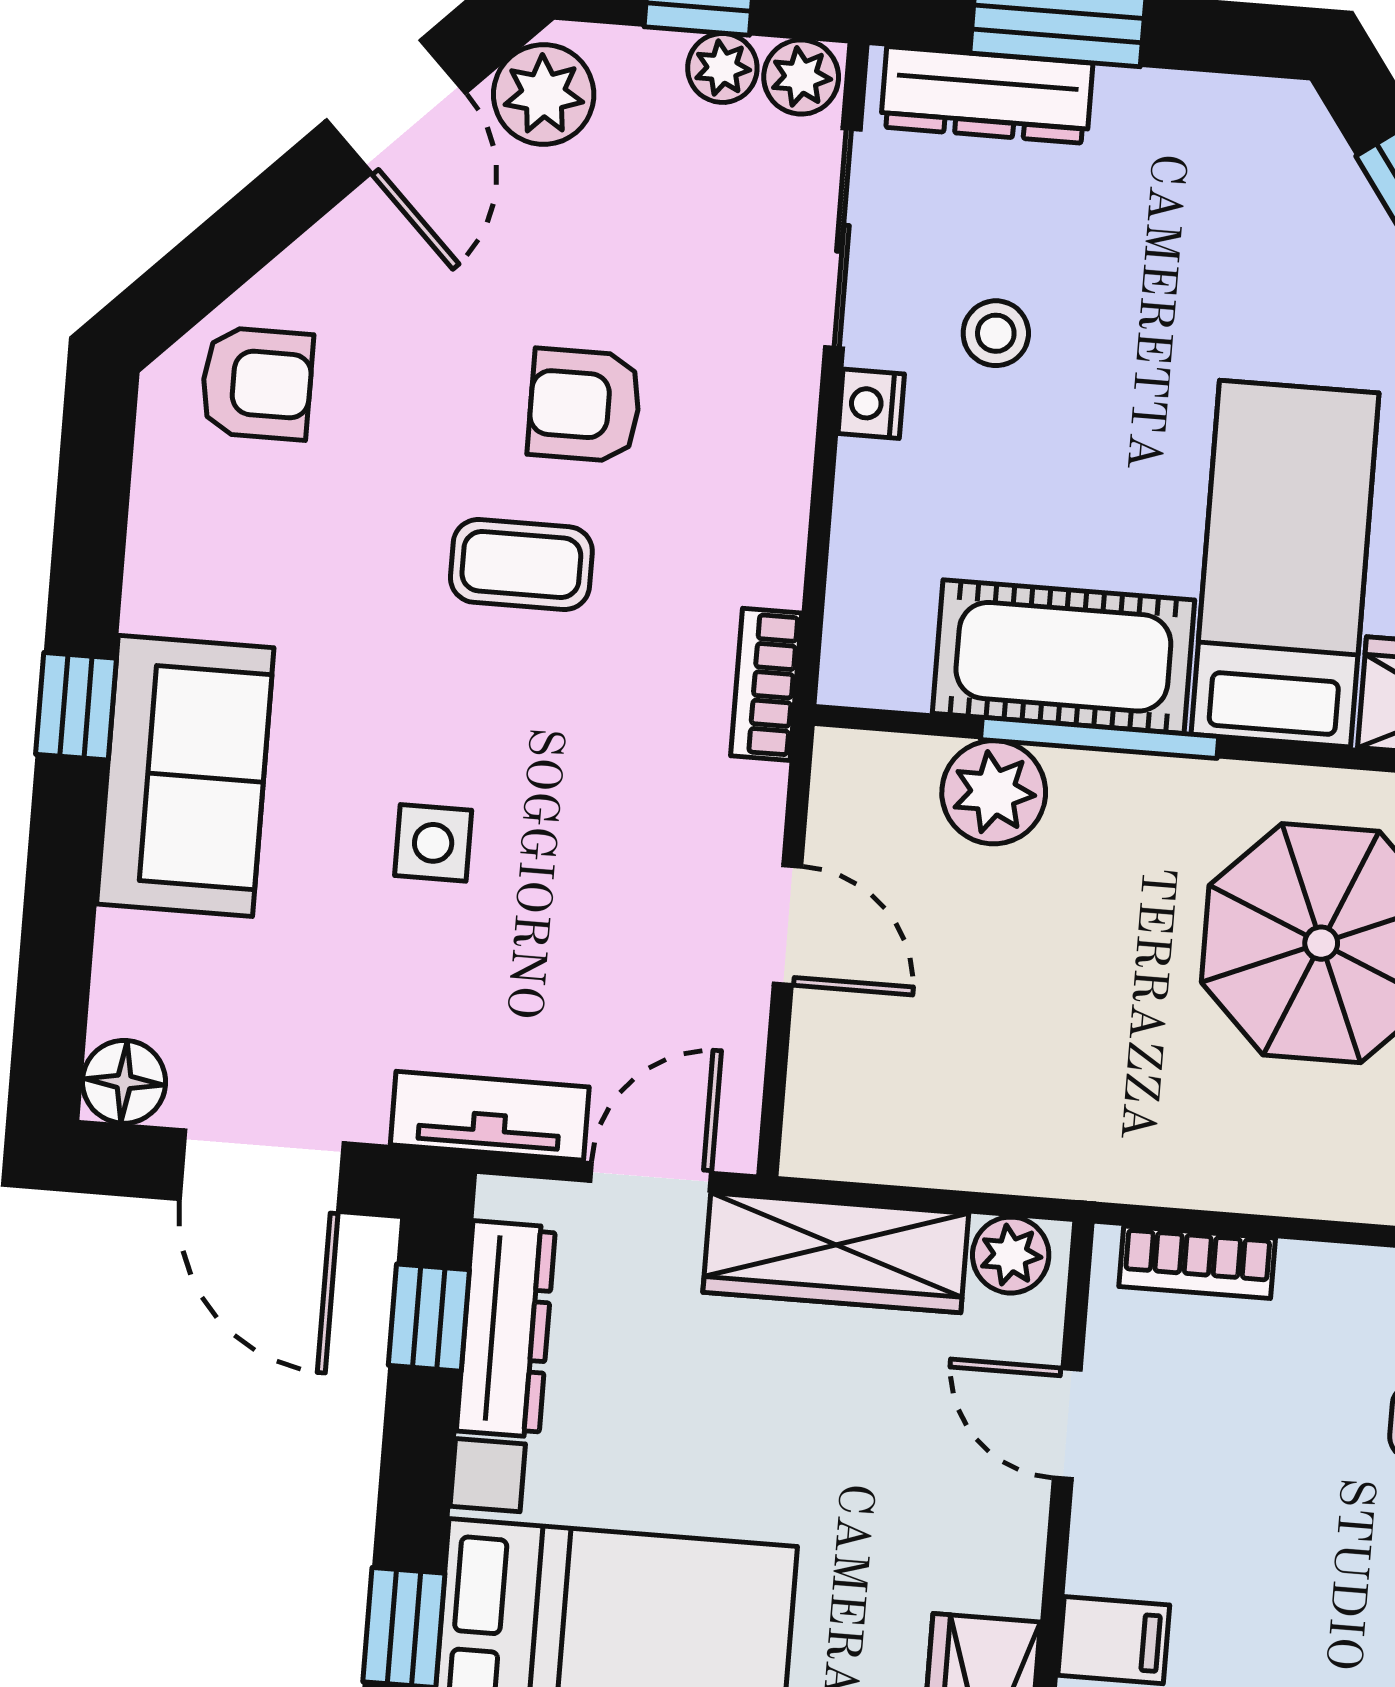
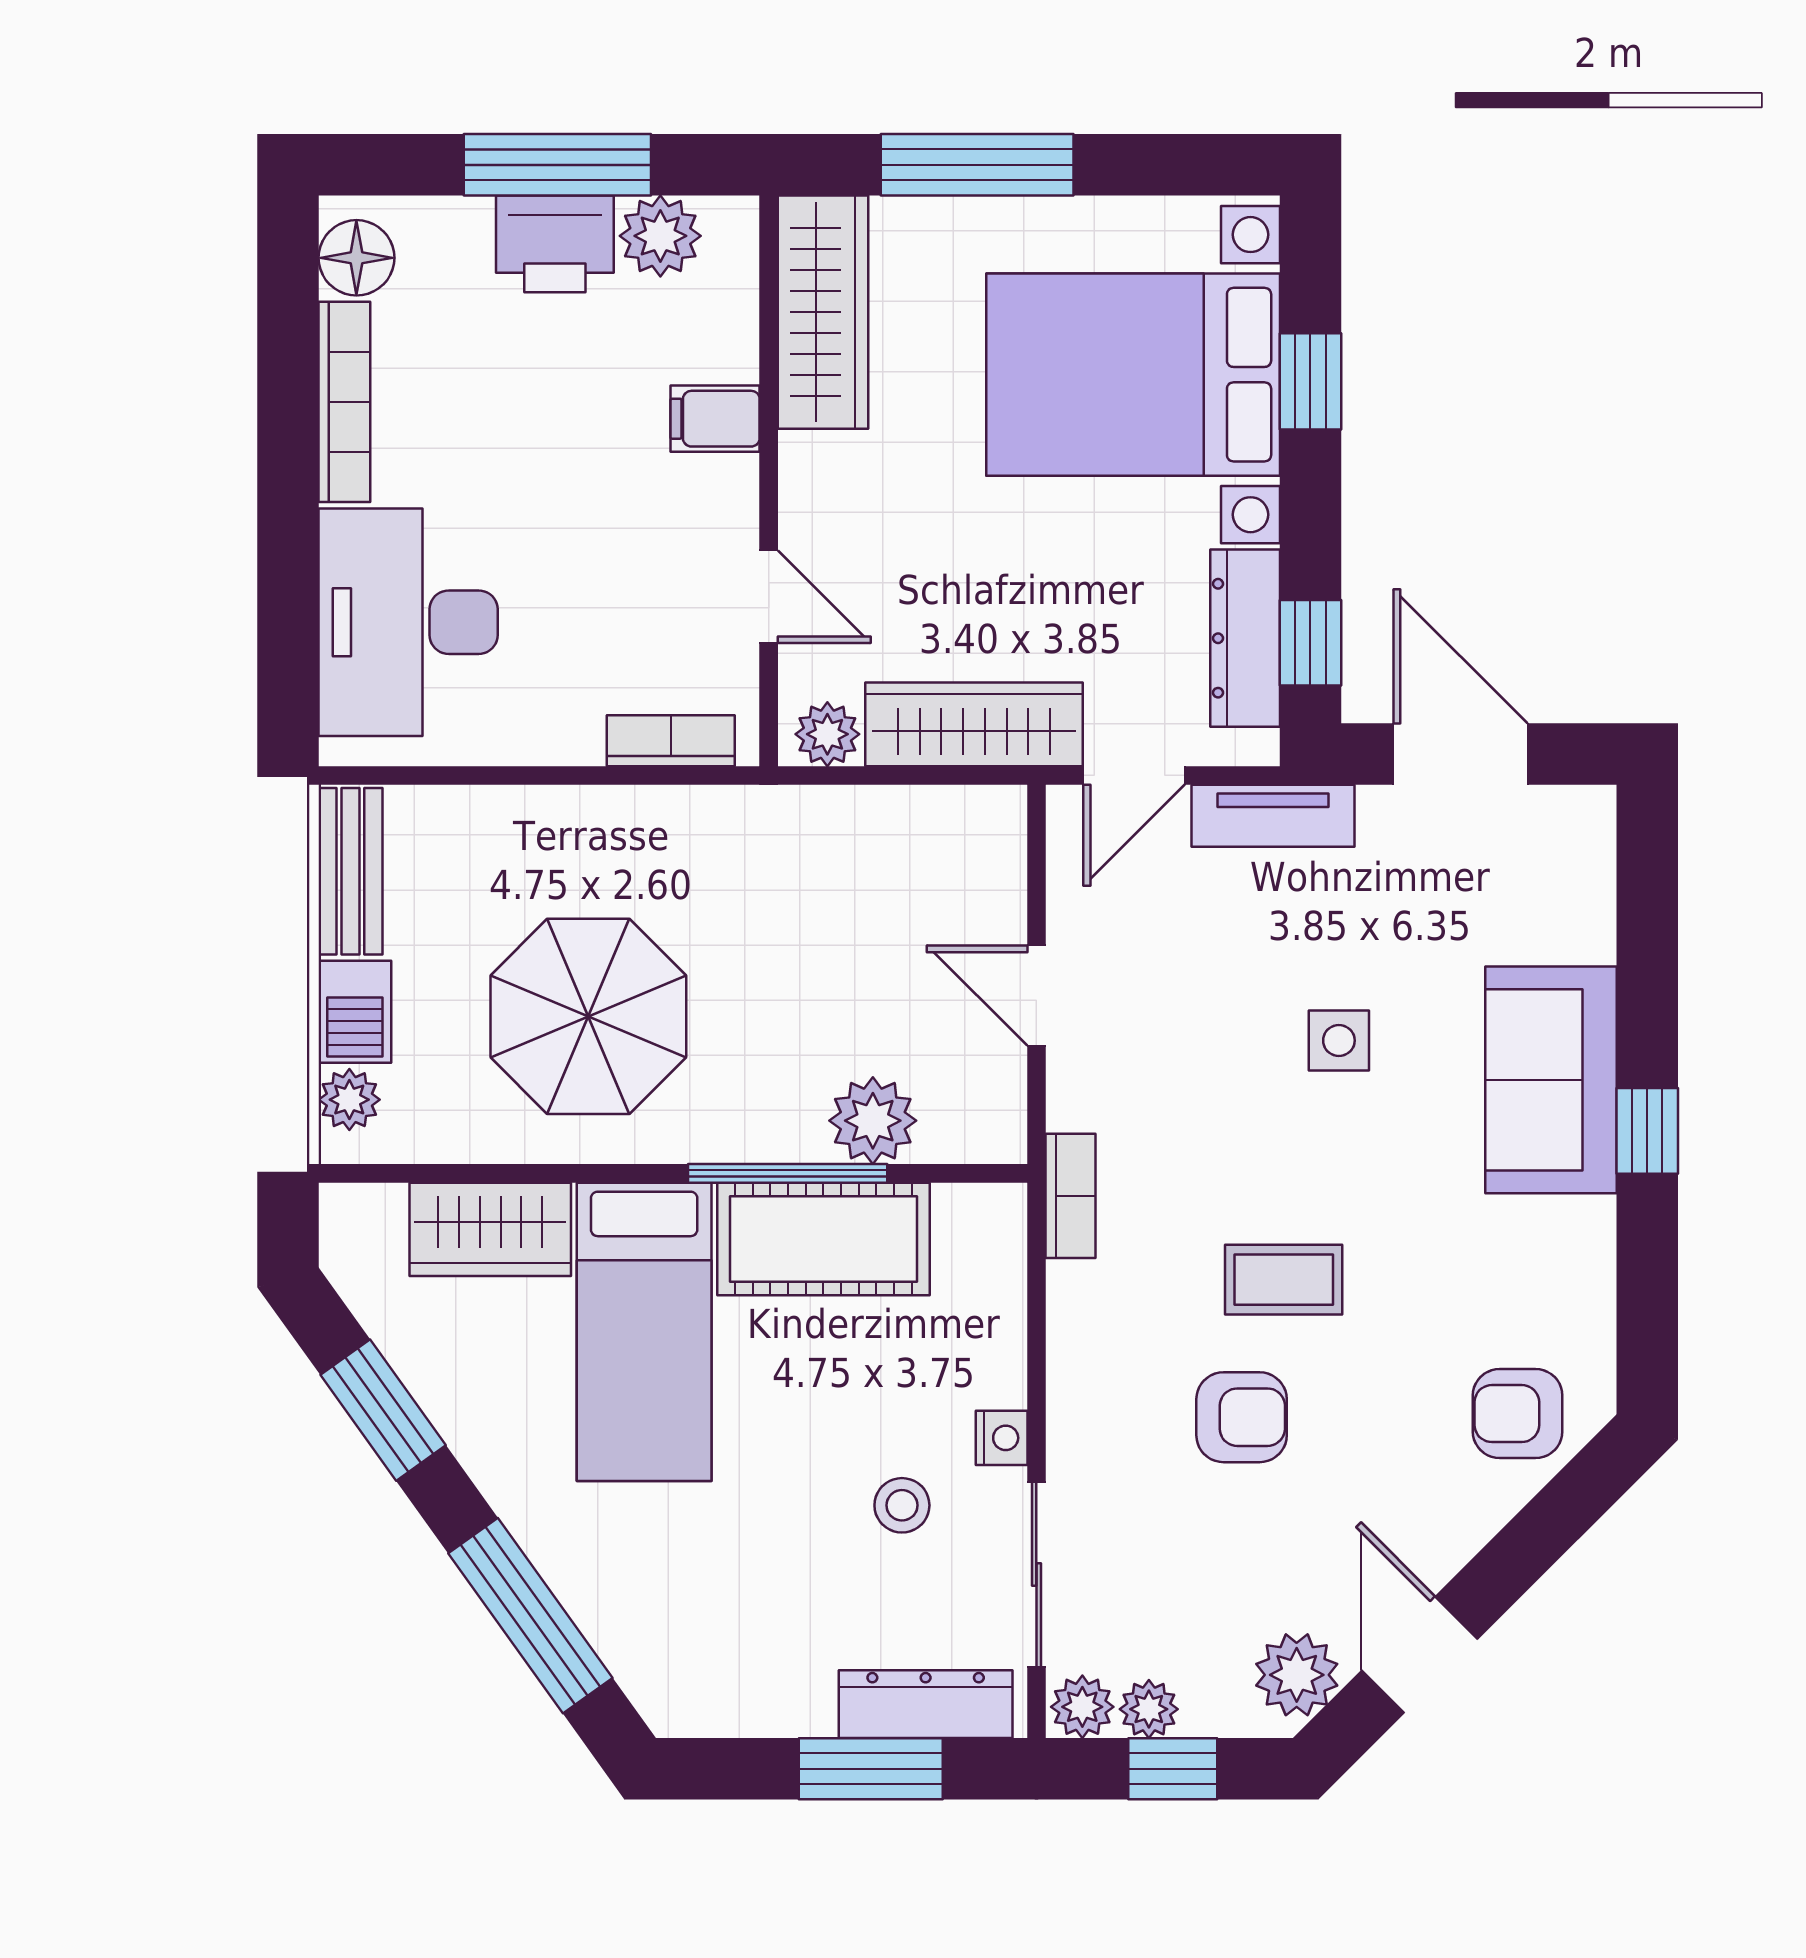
floor lamp: (124, 1082) -> (1582, 820), removed

